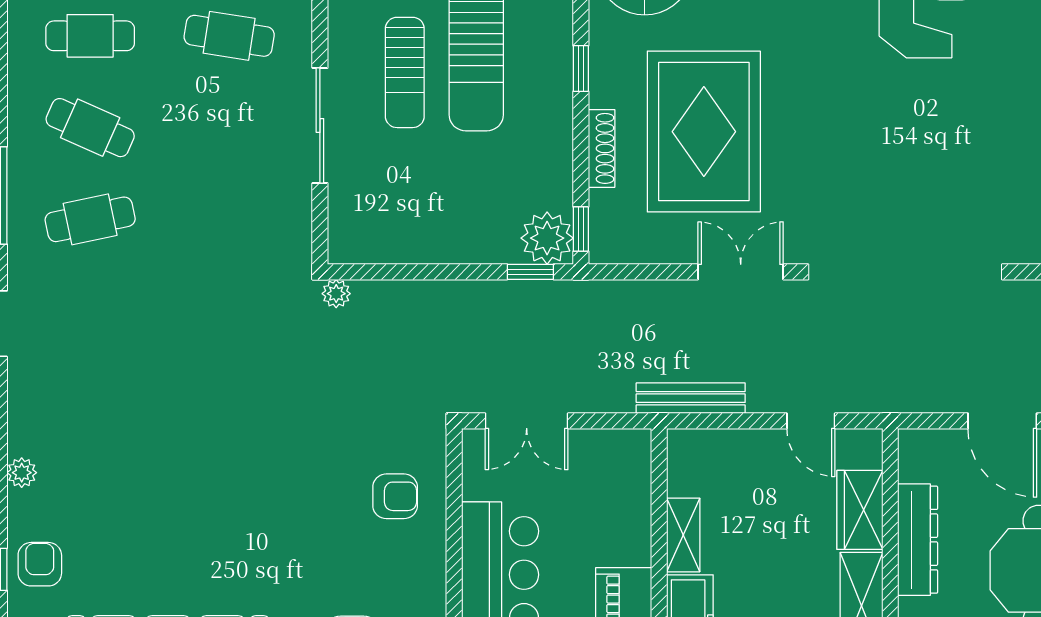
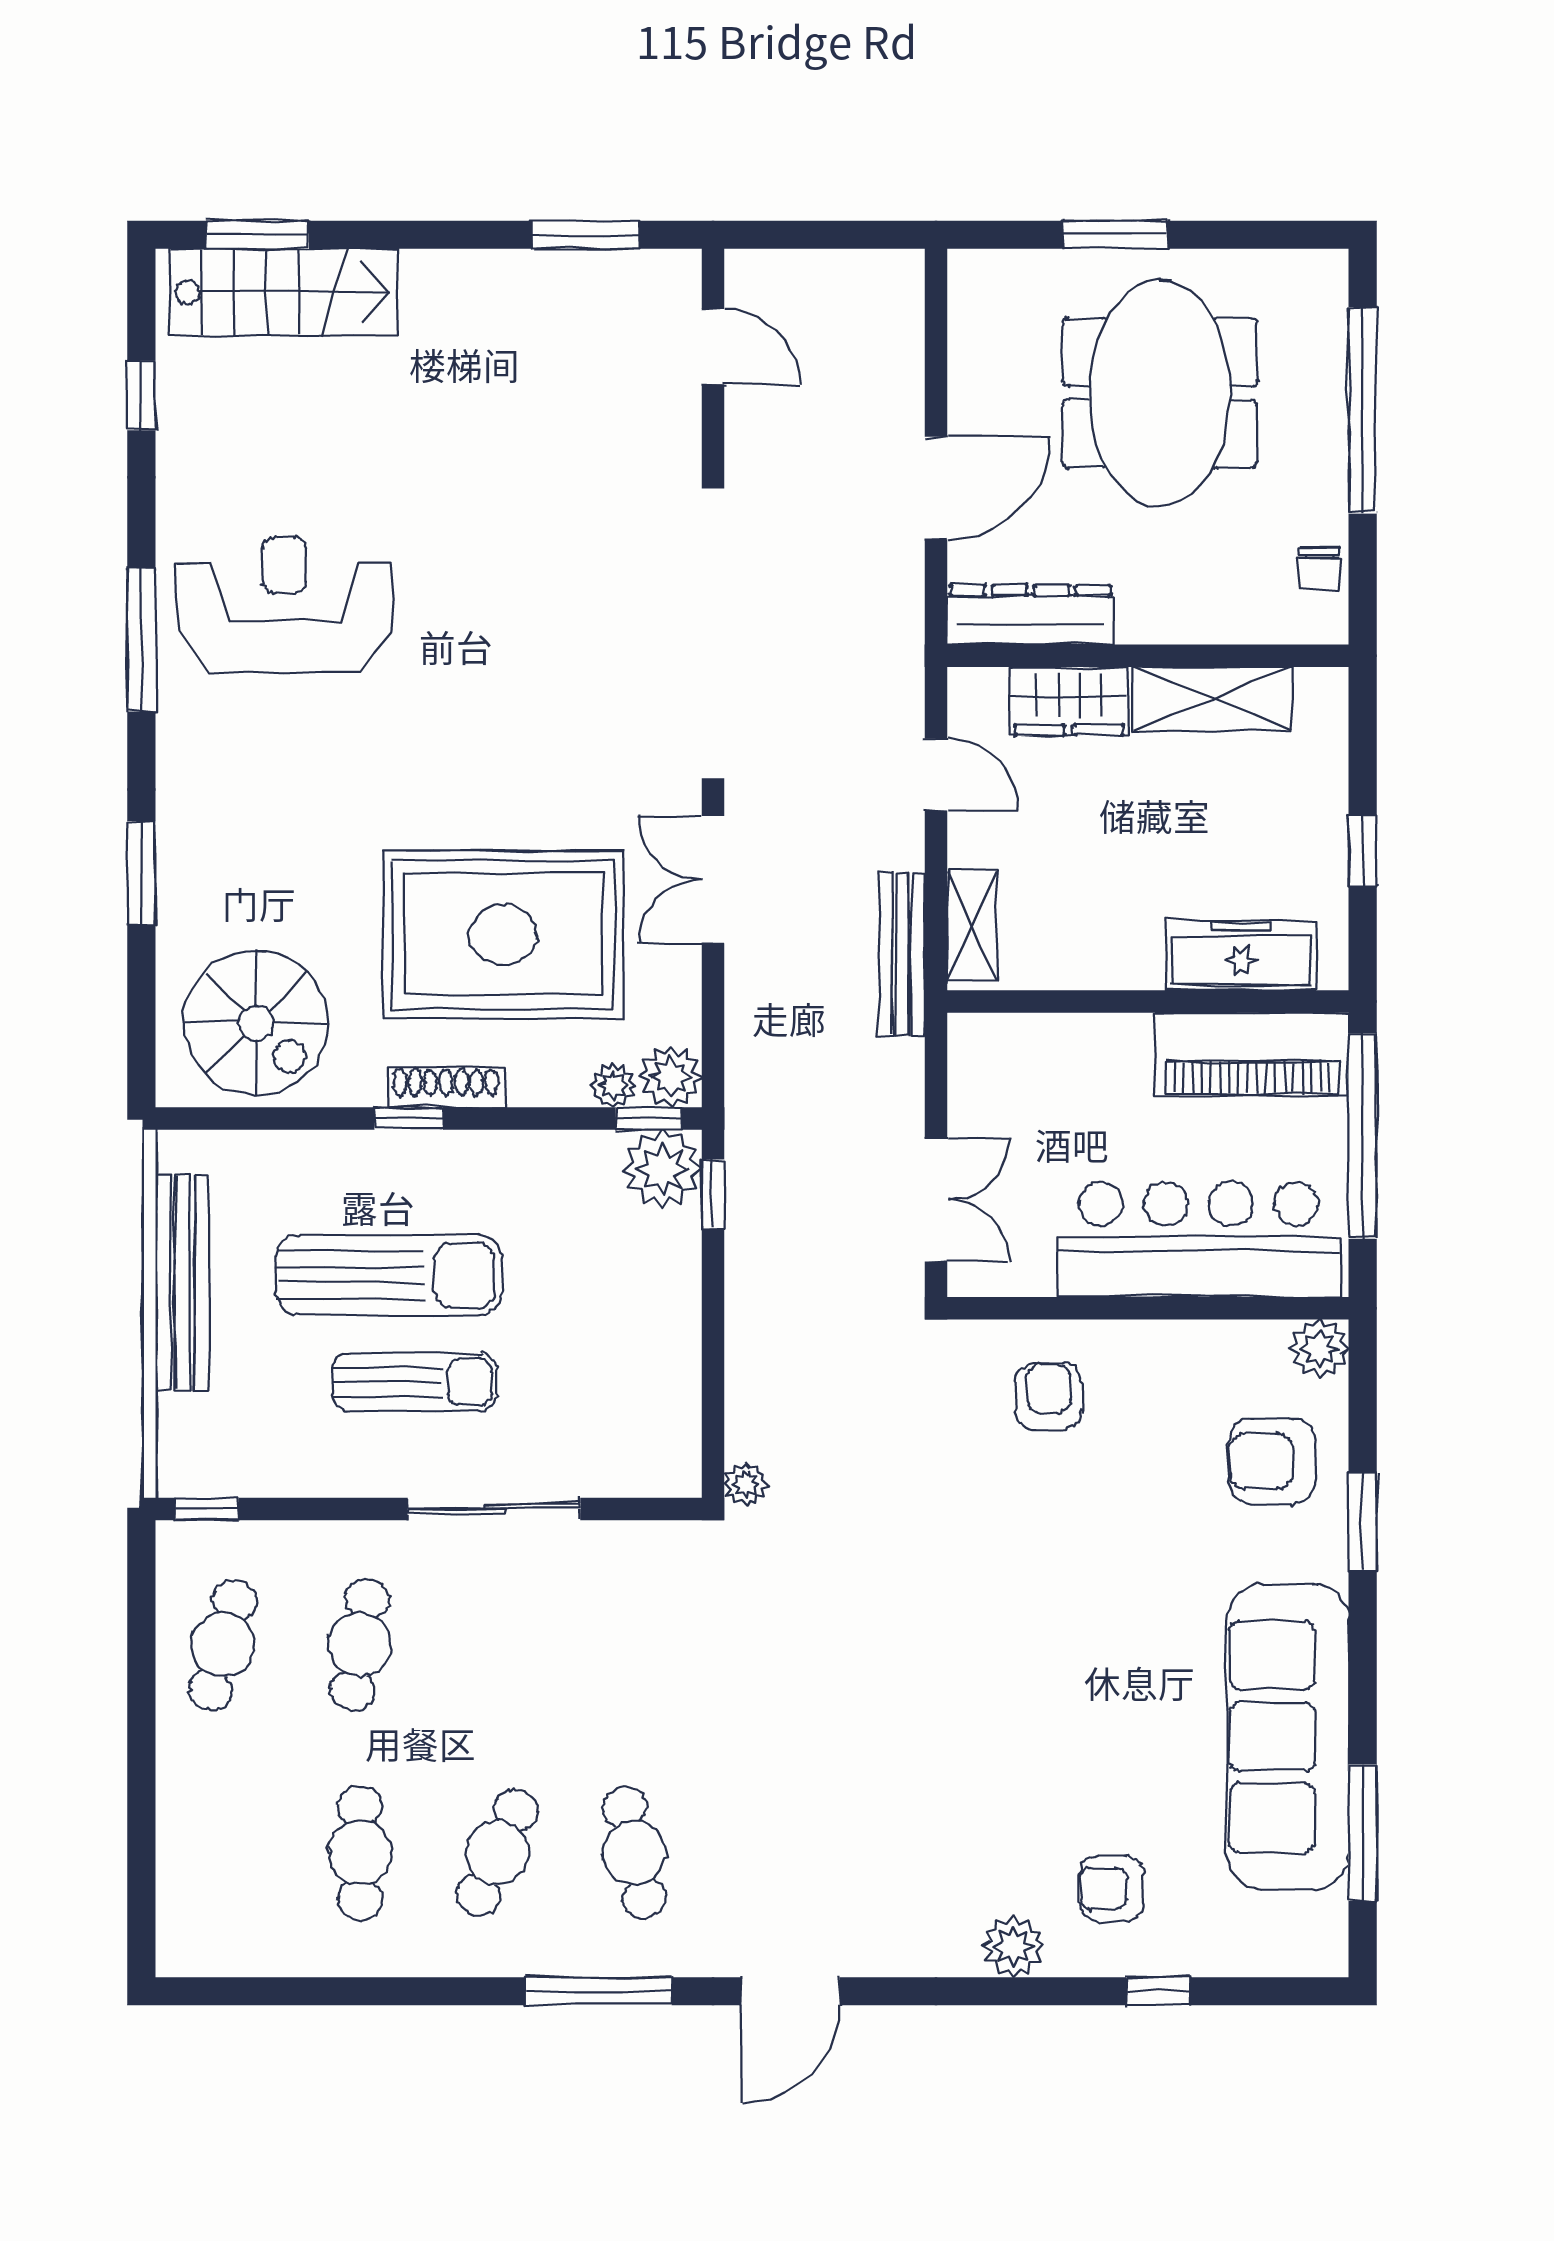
shoe rack: (602, 148) -> (446, 1088), moved
plant: (603, 205) -> (613, 1085), added
plant: (609, 244) -> (671, 1077), added
door: (811, 421) -> (936, 775), hinge flipped
plant: (22, 473) -> (1013, 1947), width x1.38, depth x1.38
shelving: (683, 535) -> (972, 926), moved, turned 90
dresser: (918, 540) -> (1031, 615), moved
armchair: (40, 564) -> (1112, 1888), moved

